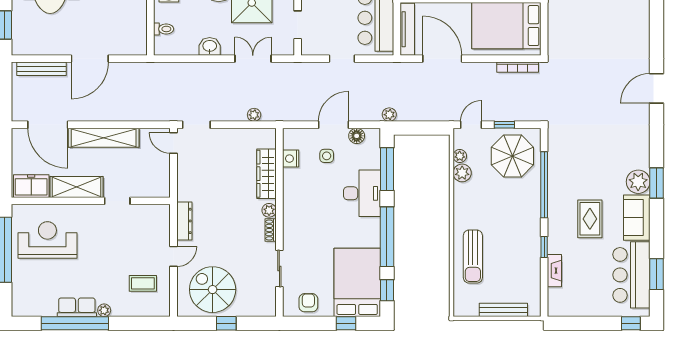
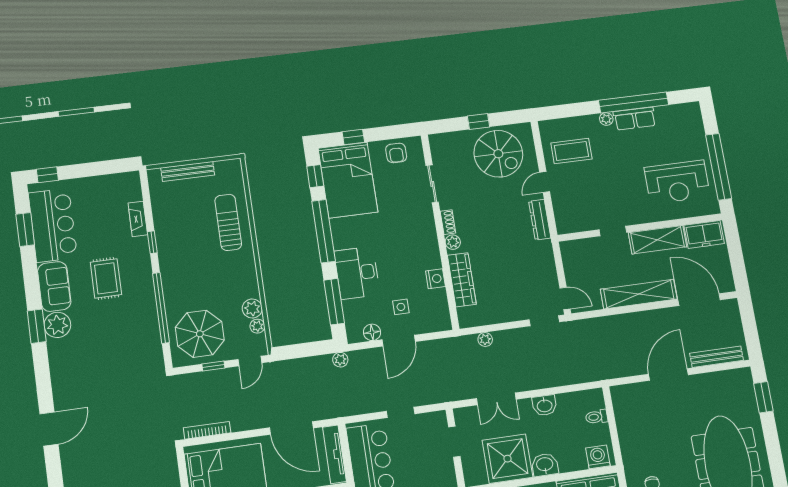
nightstand: (291, 159) -> (435, 279), moved
coffee table: (143, 283) -> (571, 151), width x1.36, depth x1.30

